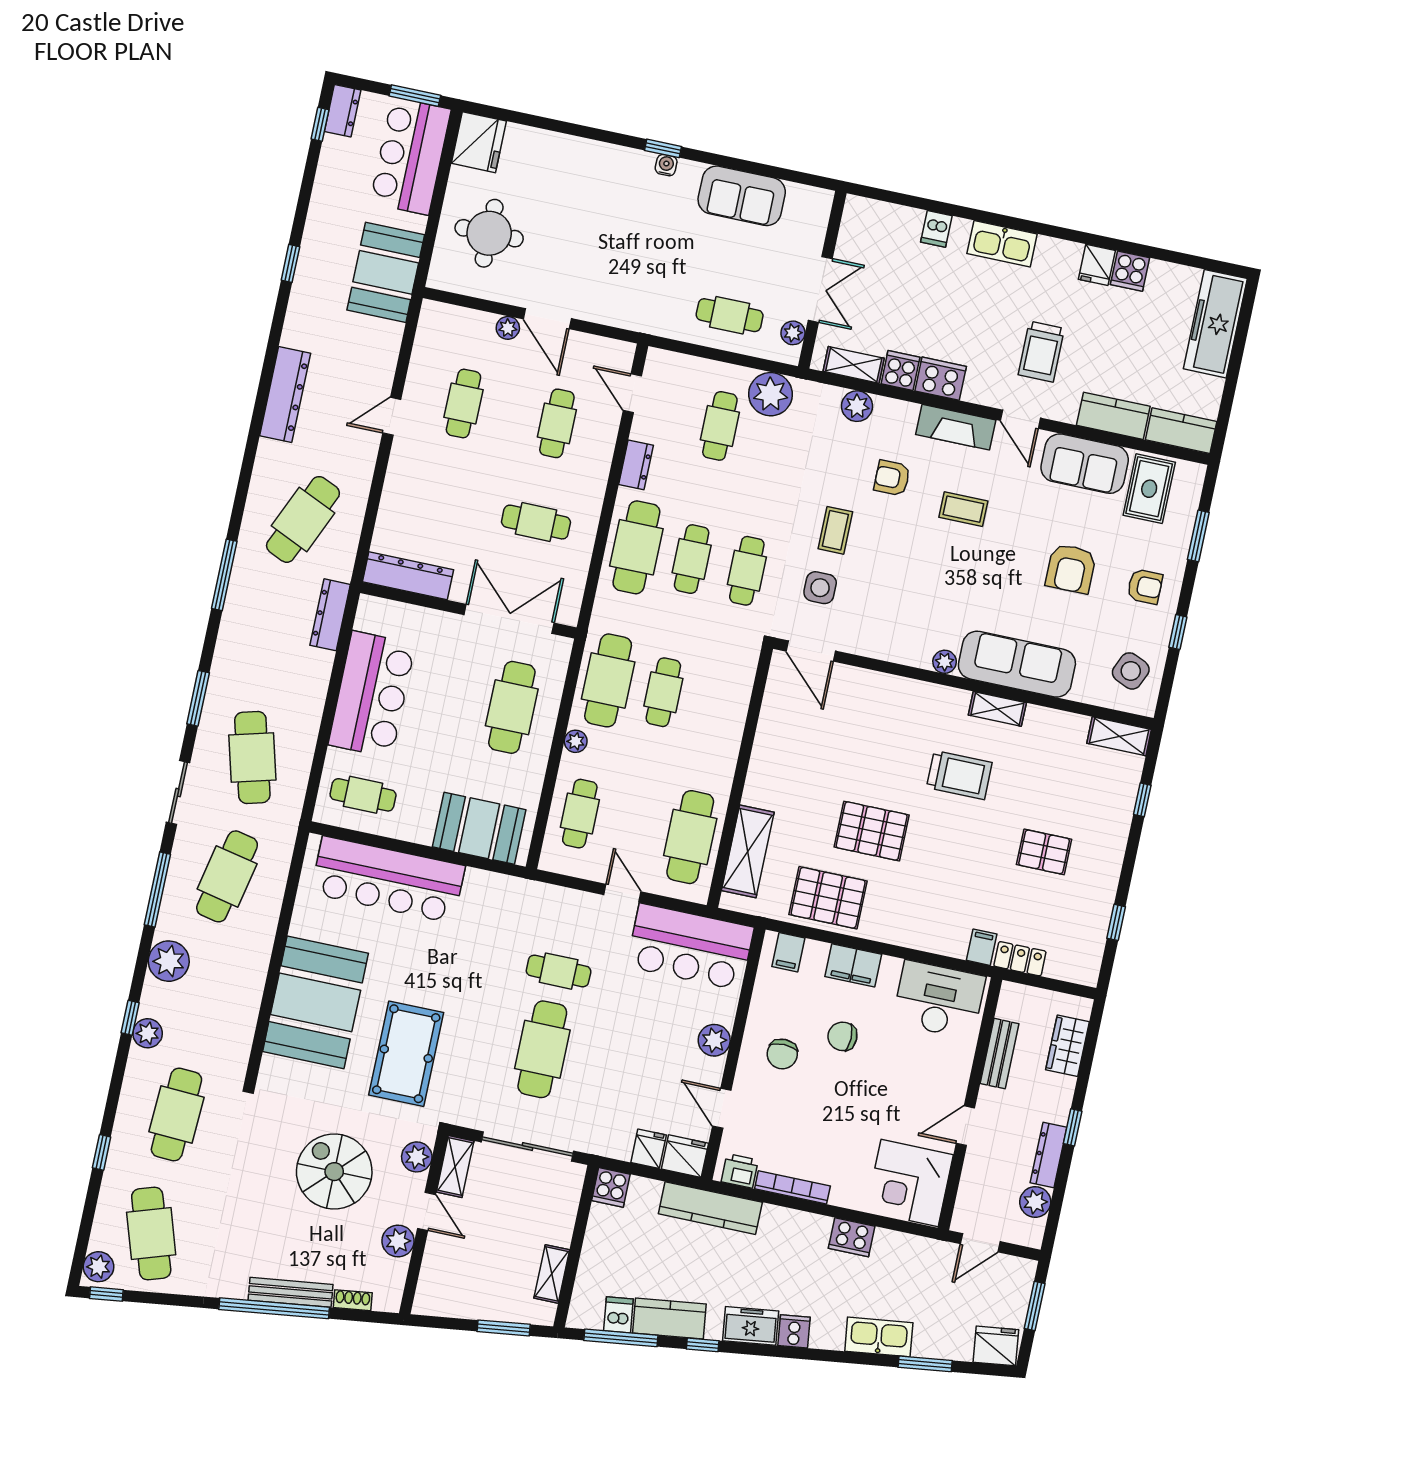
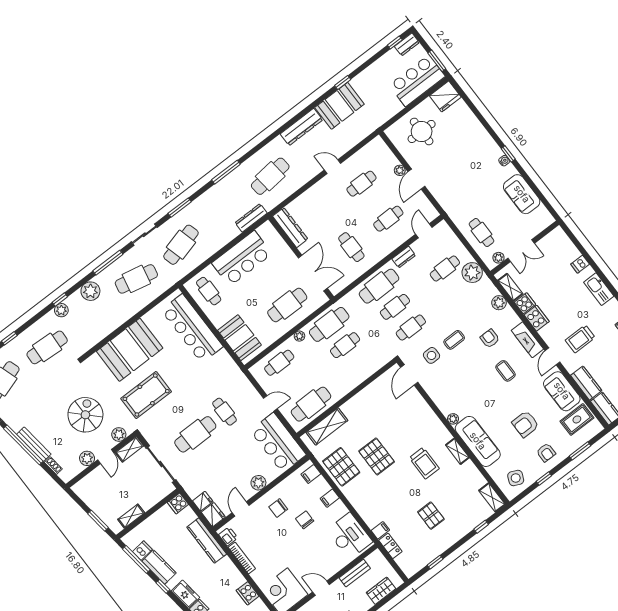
booth: (386, 272) -> (339, 106), moved
cafe table: (303, 519) -> (270, 176), turned -30
door: (622, 893) -> (270, 403), hinge flipped
filing cabinet: (853, 965) -> (330, 498), width x0.50

